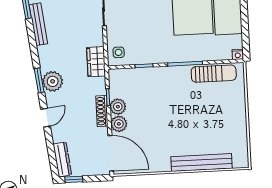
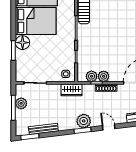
plant: (119, 124) -> (92, 76), moved

